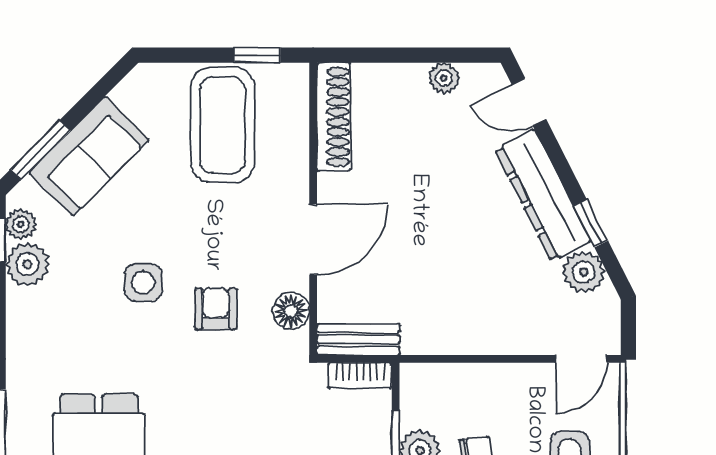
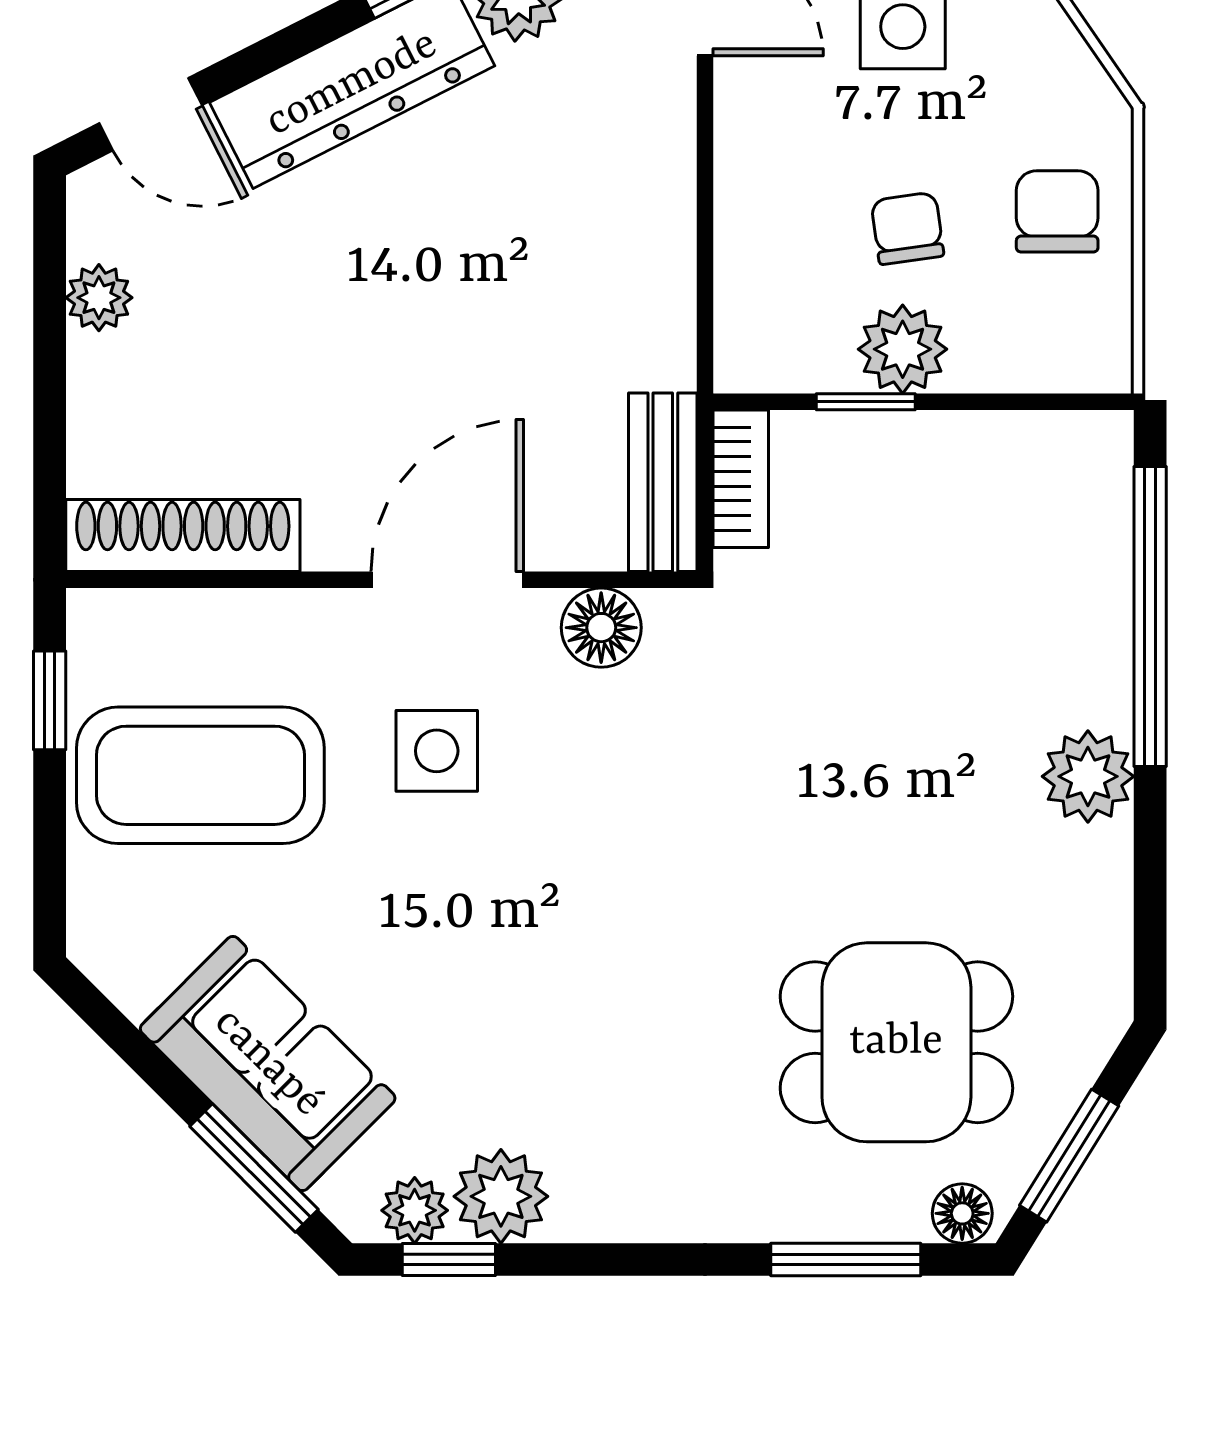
door: (529, 102) -> (151, 114), hinge flipped
door: (313, 239) -> (447, 580), hinge flipped
side table: (143, 282) -> (437, 751), moved
armchair: (216, 309) -> (597, 790), removed

